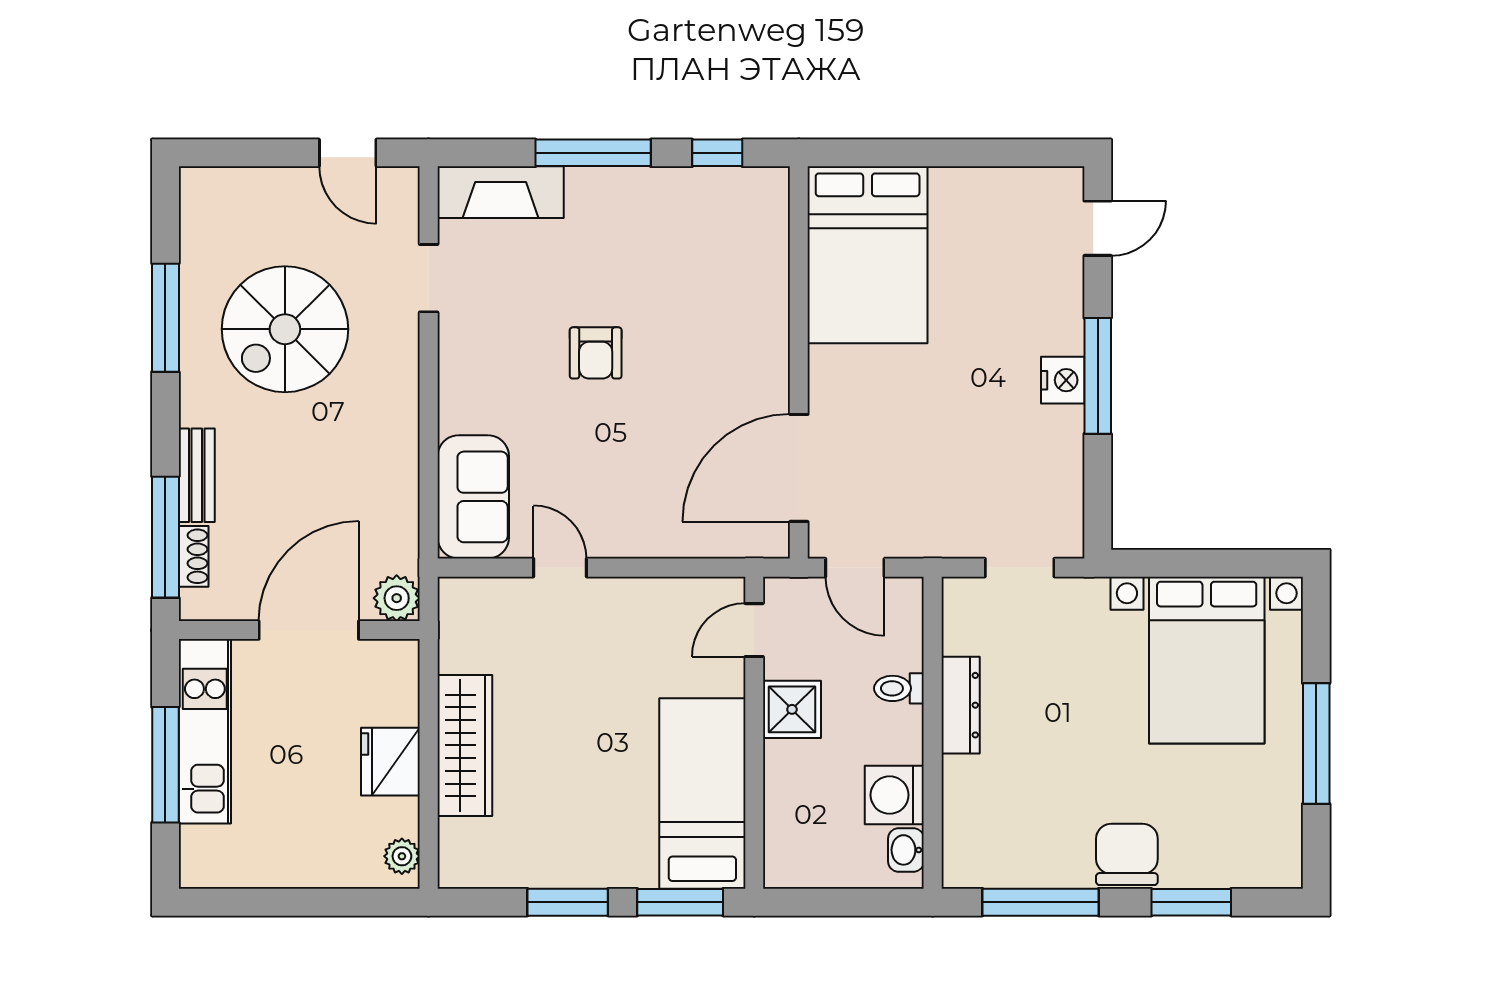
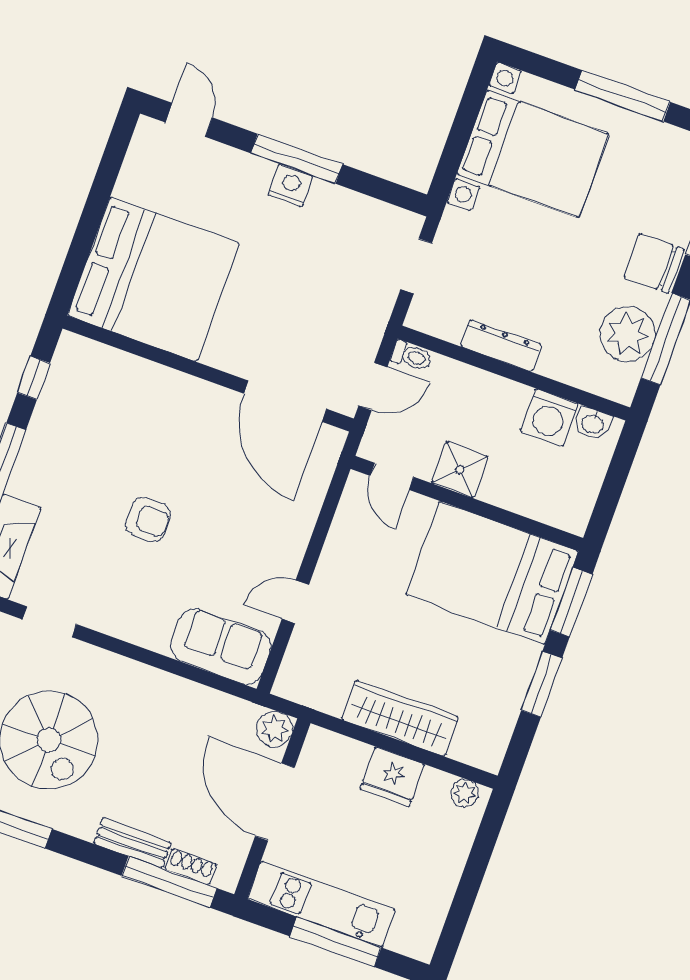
bed: (868, 255) -> (153, 279), width x1.36
toilet: (899, 688) -> (412, 356), moved, turned -90
bed: (702, 793) -> (492, 573), width x1.50
plant: (1030, 853) -> (628, 334), added

